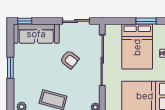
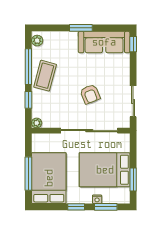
sofa: (36, 34) -> (104, 42), moved, turned -90
armchair: (70, 60) -> (90, 94), turned -60

